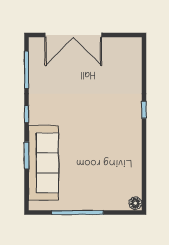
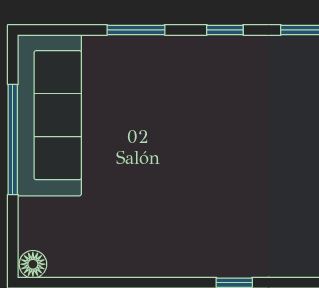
sofa: (44, 163) -> (49, 115), moved, turned -90

